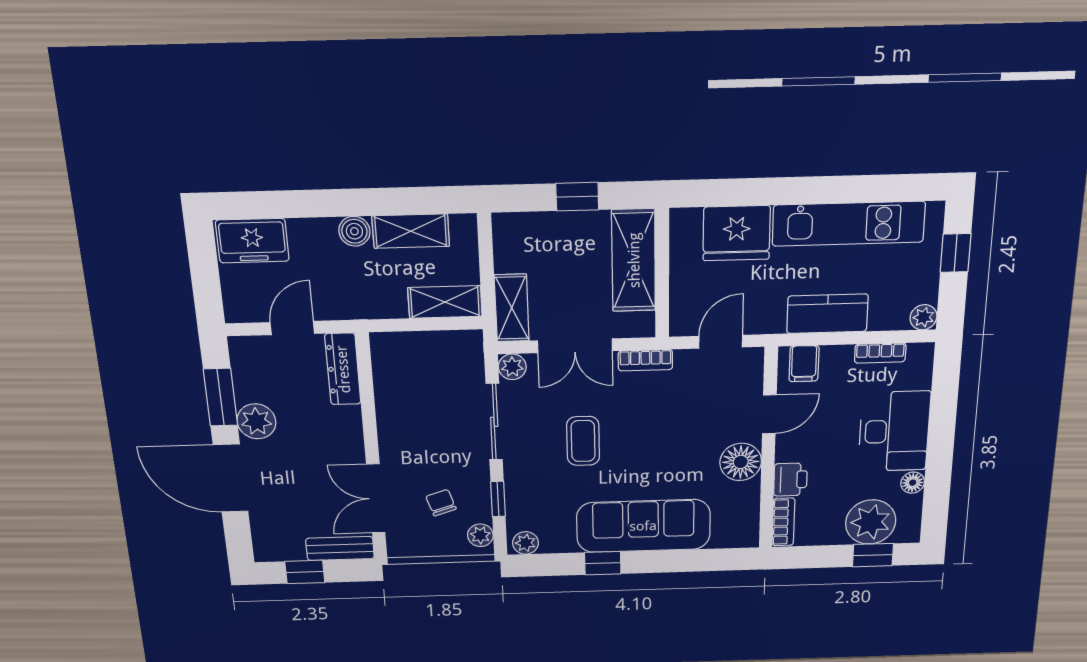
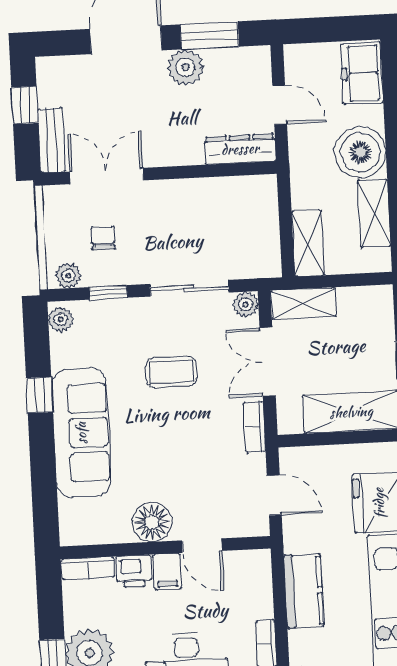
boiler: (354, 231) -> (360, 152), width x1.86, depth x1.86
filing cabinet: (804, 364) -> (167, 572), moved, turned -90
chair: (441, 503) -> (103, 238), turned -72

